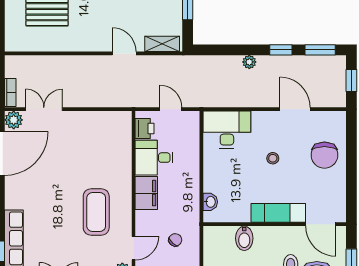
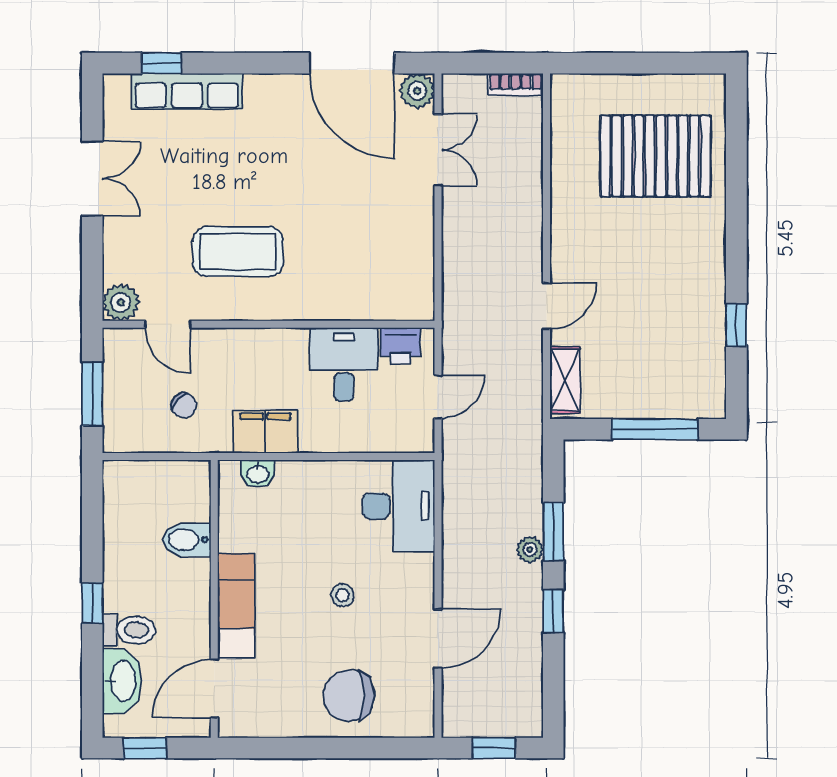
window: (320, 50) -> (553, 532), moved
bookcase: (10, 92) -> (516, 84), moved
filing cabinet: (146, 193) -> (265, 431), moved, turned 180

